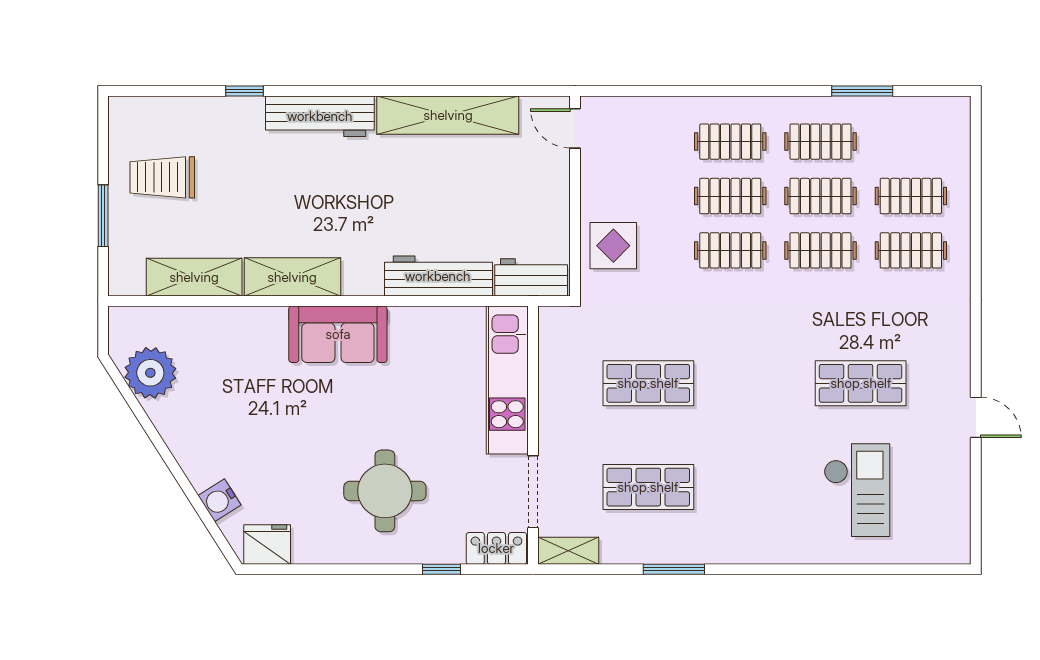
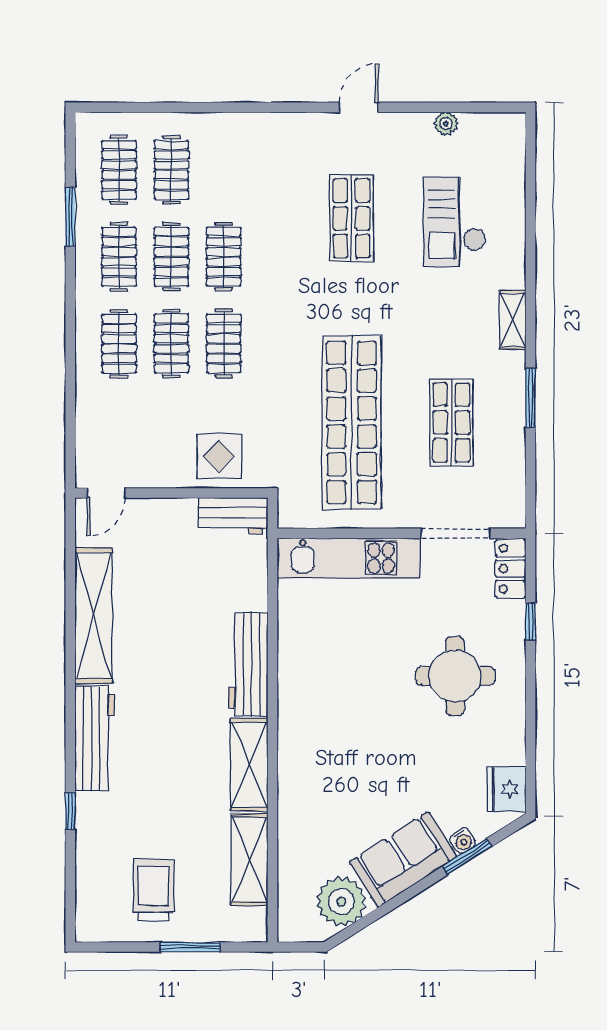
trolley: (162, 177) -> (153, 890), turned 180
clothes rail: (911, 250) -> (119, 170), moved
workbench: (438, 276) -> (248, 664), moved
workbench: (531, 277) -> (233, 516), moved, turned -90
sofa: (338, 334) -> (403, 860), moved, turned -122
shop shelf: (648, 383) -> (352, 422), width x2.00, depth x1.36
door: (976, 417) -> (359, 107), moved
plant: (959, 481) -> (446, 124), added
checkout: (857, 490) -> (454, 222), turned -90
water cooler: (220, 500) -> (463, 841), width x0.72, depth x0.72
window: (197, 503) -> (467, 857), added
shelving: (568, 551) -> (513, 320), moved

